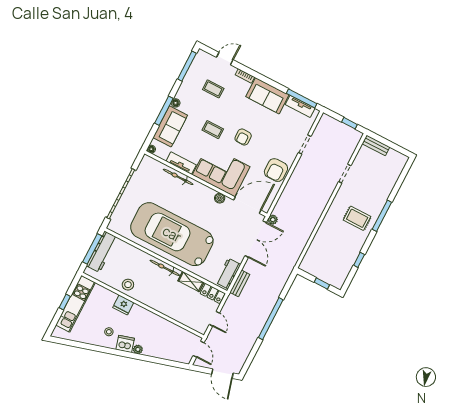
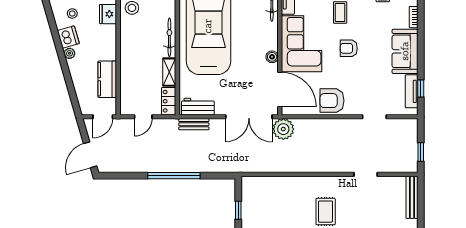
window: (302, 98) -> (421, 89), width x0.46
bench: (376, 145) -> (412, 197), width x1.36
plant: (273, 220) -> (283, 129), width x1.88, depth x1.88
kitchen counter: (172, 331) -> (107, 79), added

